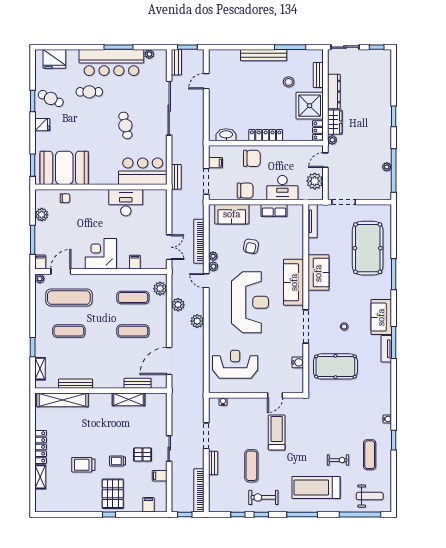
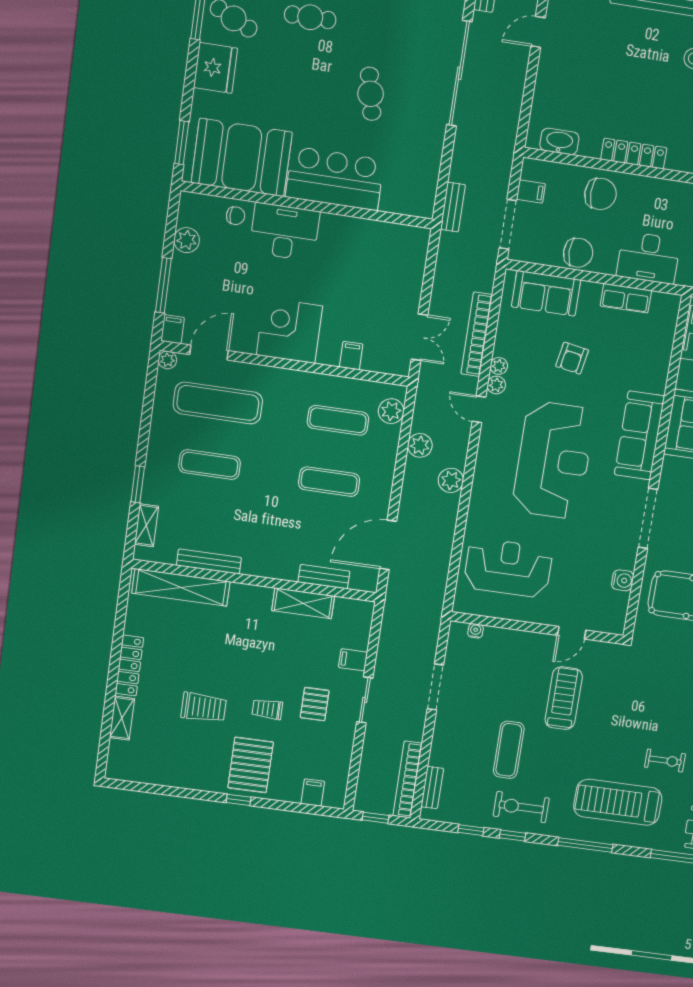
fridge: (42, 125) -> (216, 68), width x1.88, depth x1.34
bar counter: (143, 171) -> (335, 178), moved
desk: (126, 203) -> (284, 232), moved
pallet: (143, 455) -> (315, 704), turned 90
bench: (213, 463) -> (432, 788), moved
trolley: (83, 465) -> (204, 707), turned 180
filing cabinet: (160, 476) -> (353, 660), moved

